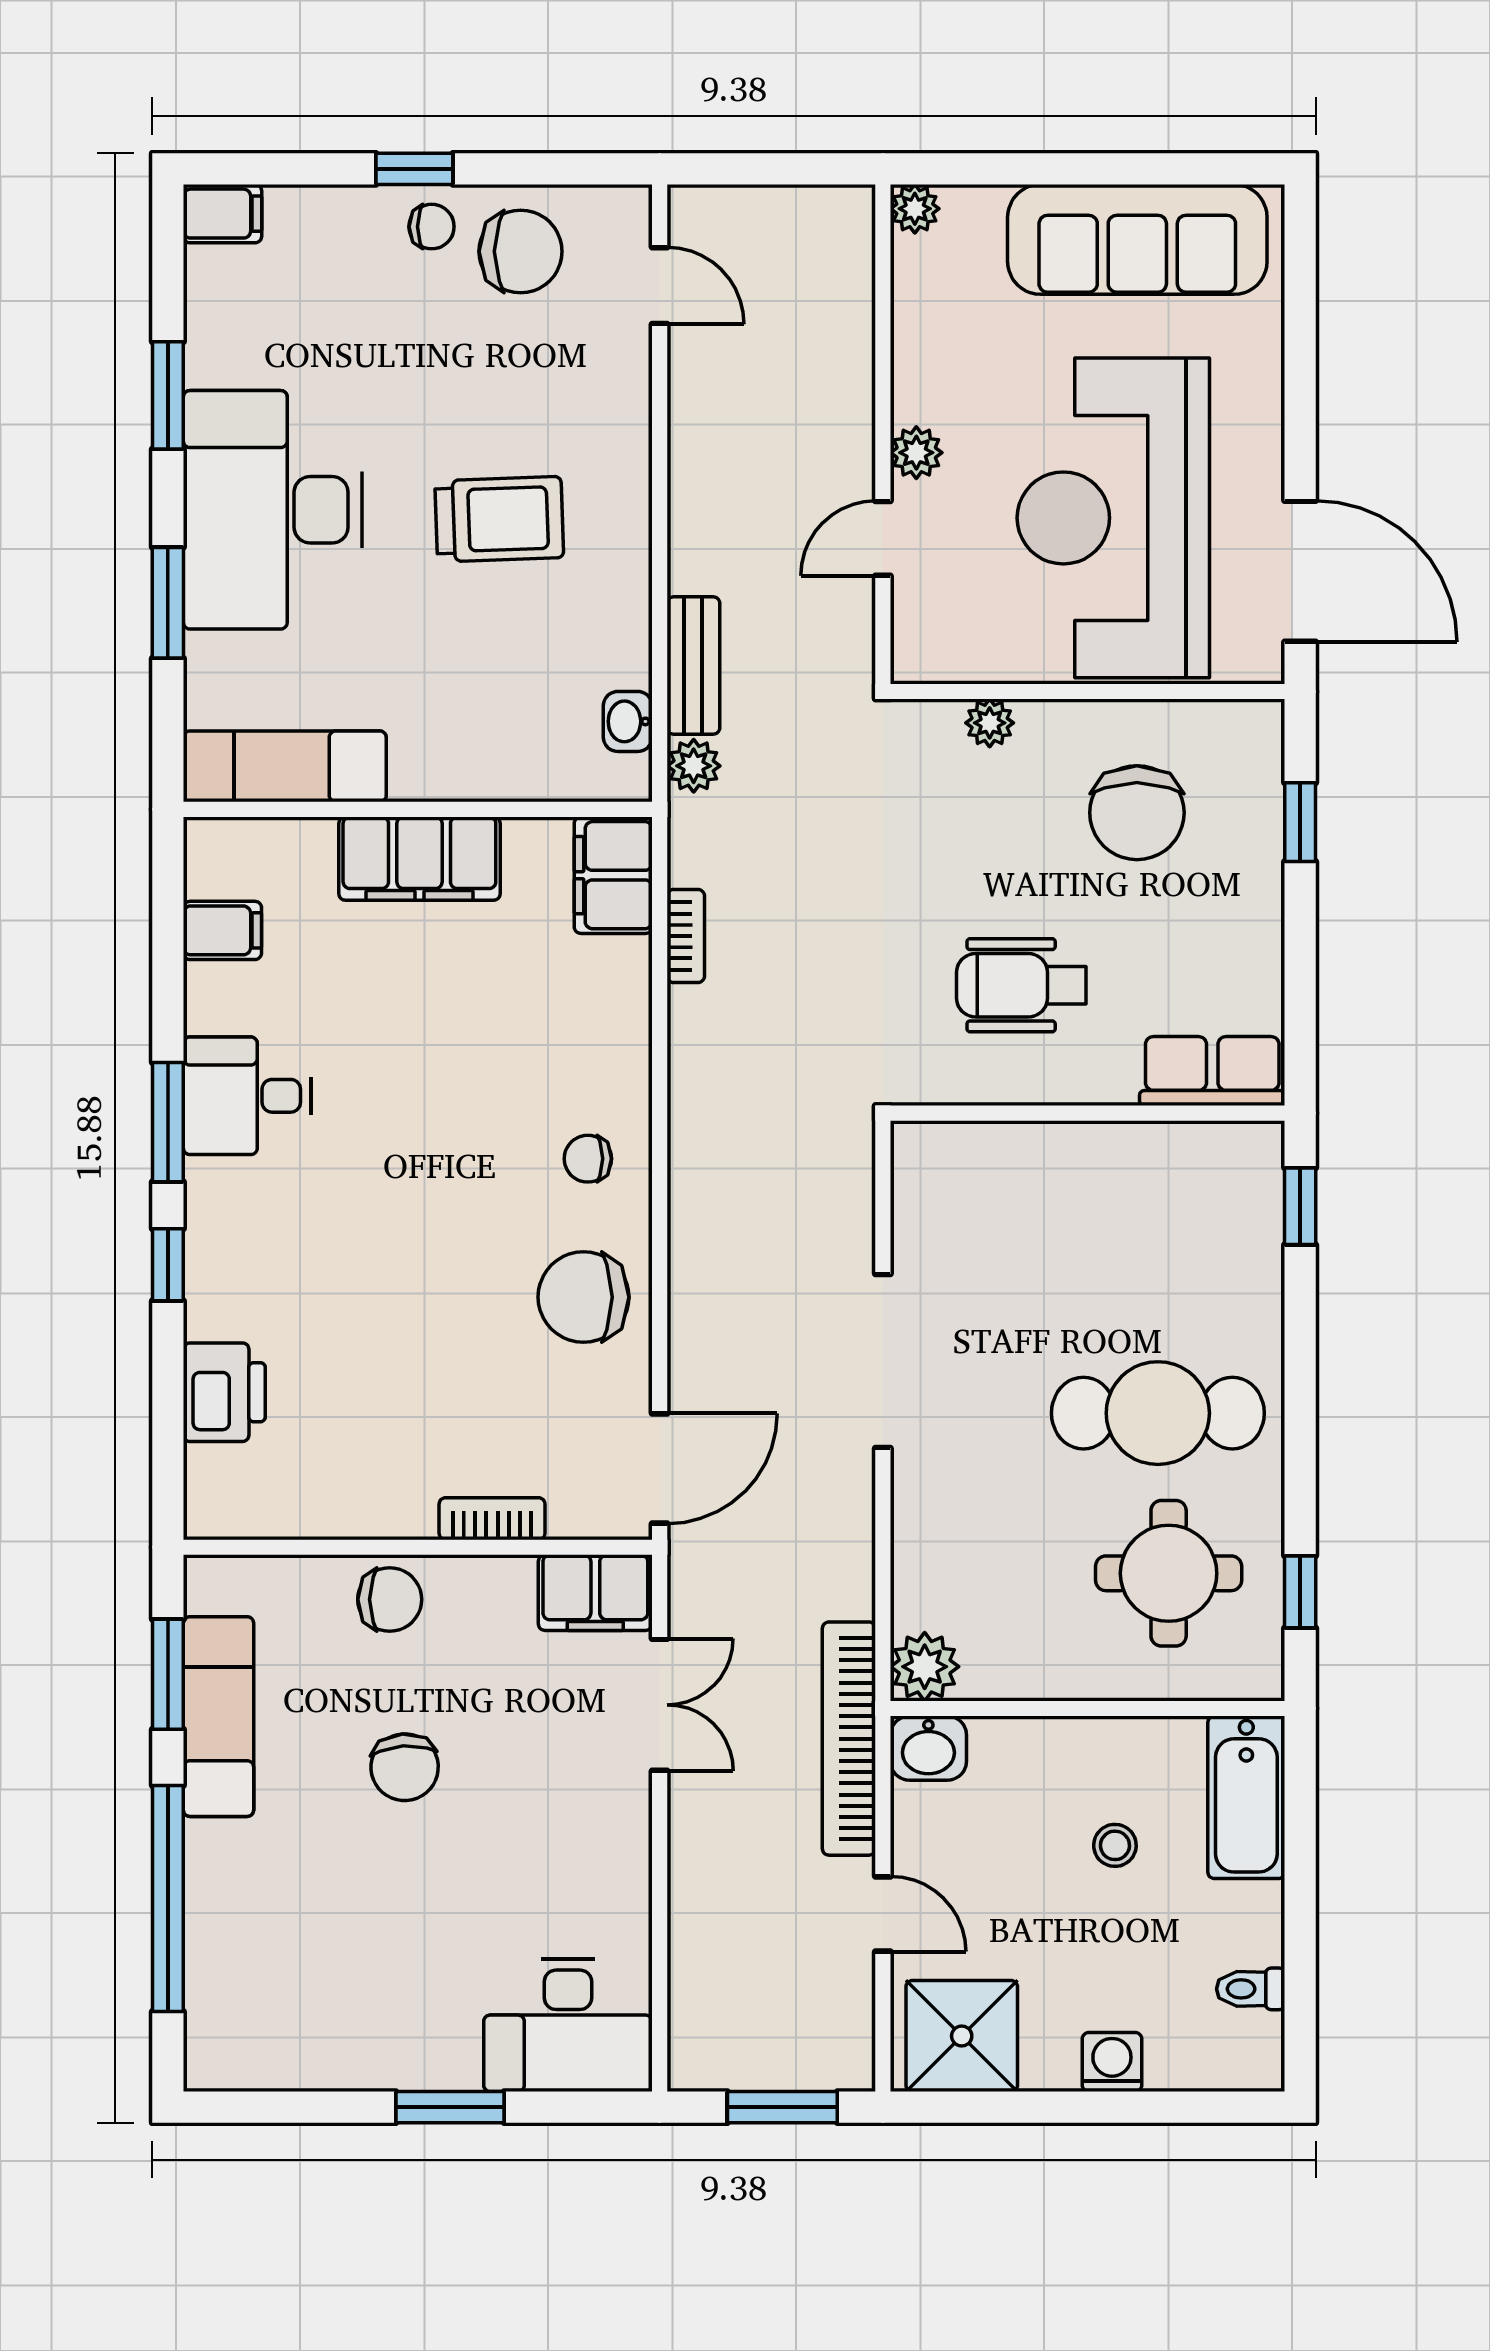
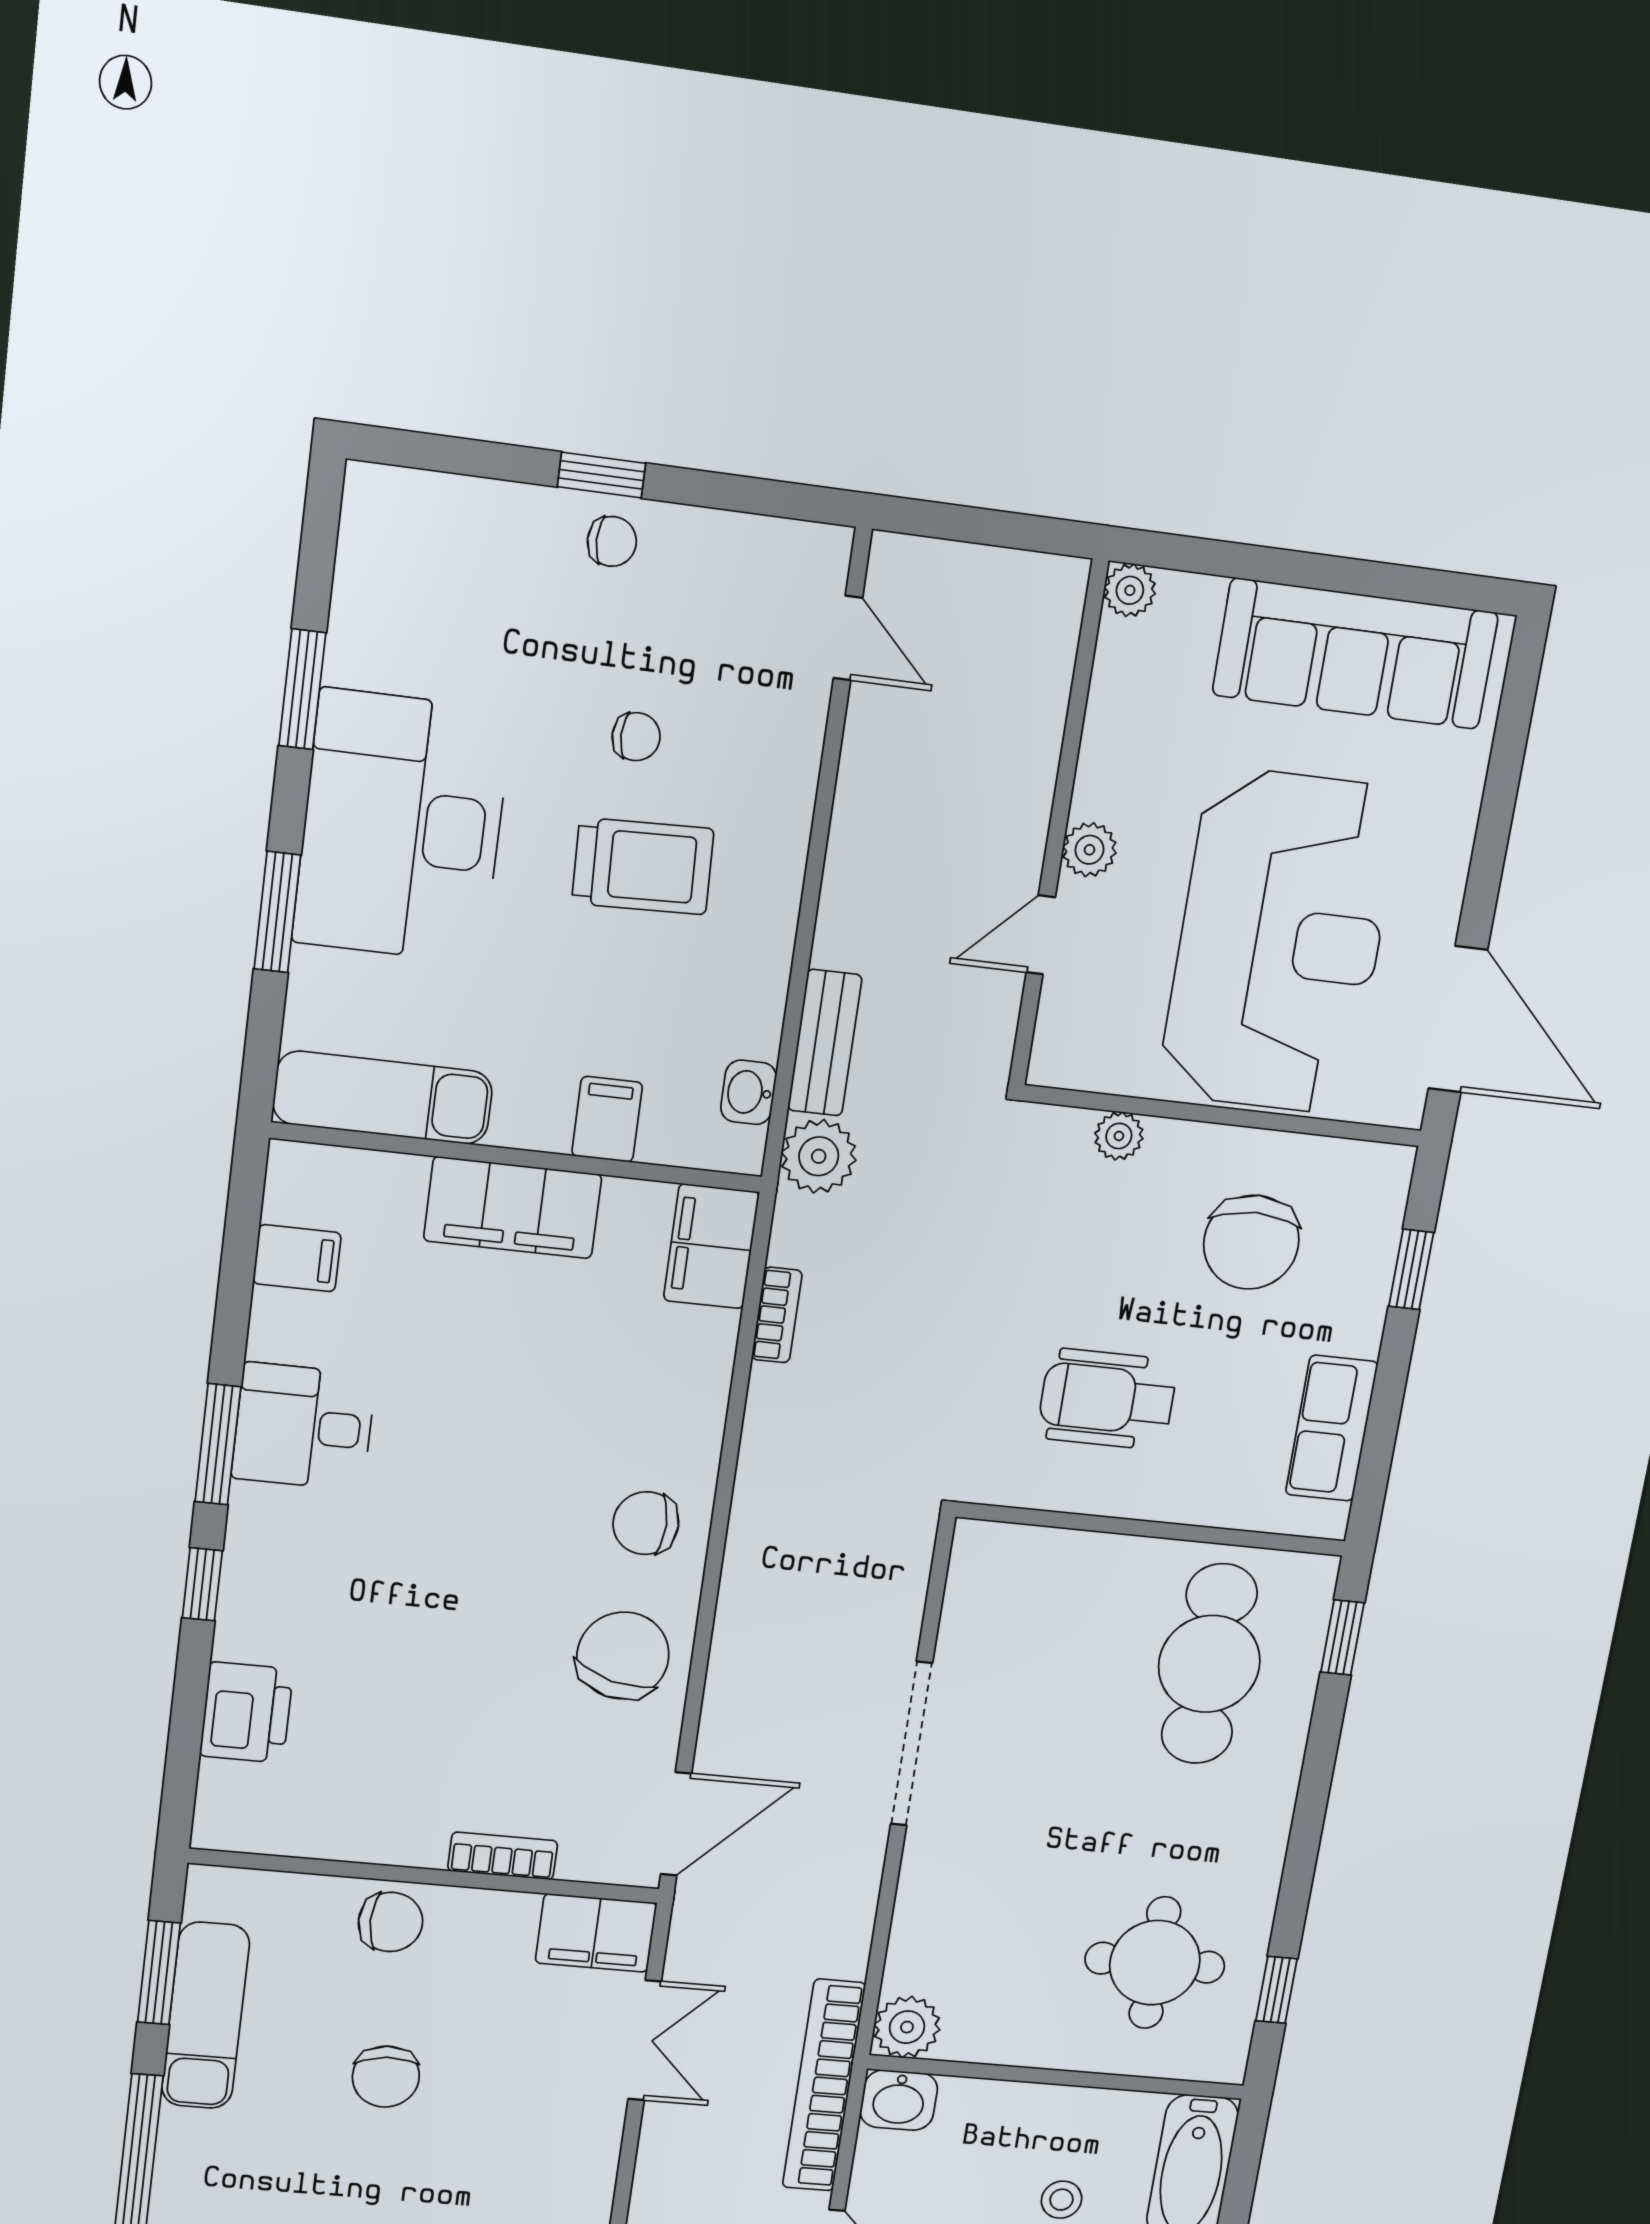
filing cabinet: (222, 214) -> (607, 1119), moved, turned -90
chair: (521, 251) -> (636, 737), moved, width x0.54, depth x0.54
reception desk: (1113, 518) -> (1280, 942), turned 180
plant: (694, 766) -> (819, 1156), width x1.38, depth x1.38
row of seats: (1212, 1071) -> (1332, 1428), moved, turned -90
chair: (588, 1159) -> (646, 1523), width x1.37, depth x1.37
chair: (583, 1297) -> (623, 1656), turned 105
cafe table: (1158, 1413) -> (1209, 1664), moved, turned 90

